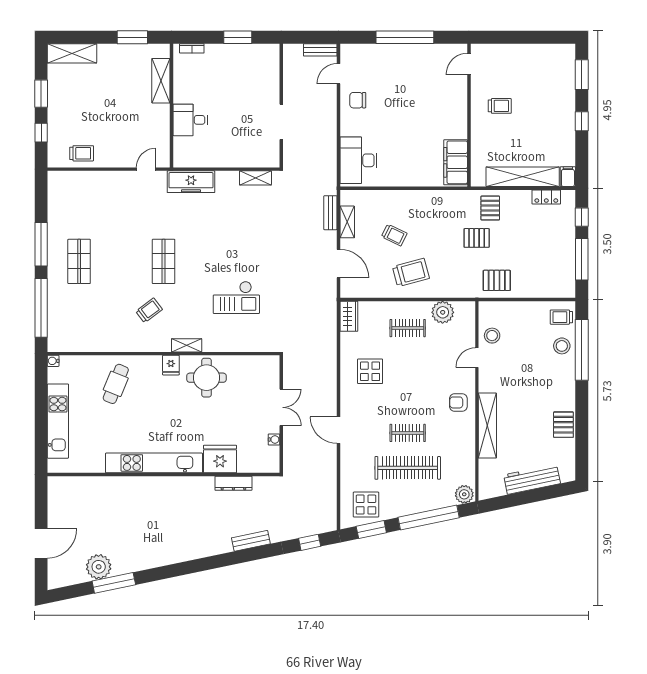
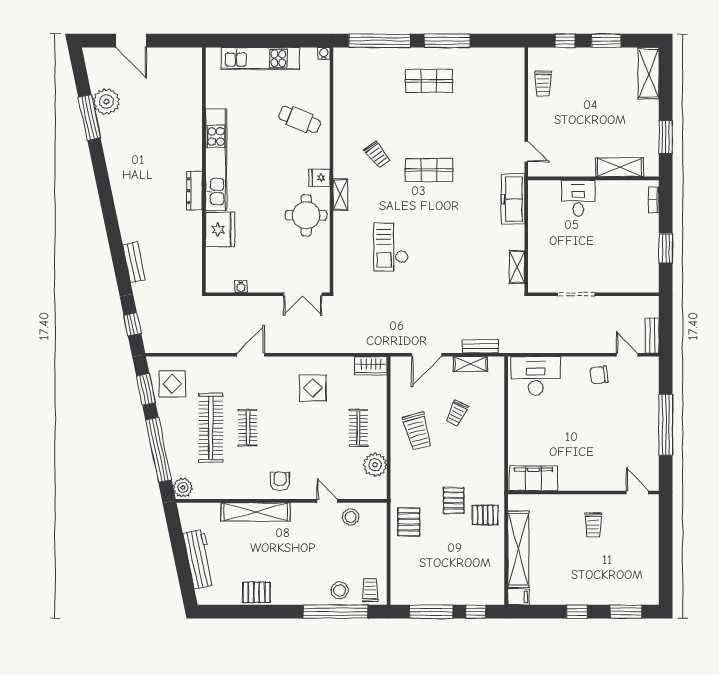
chair: (358, 100) -> (599, 375), turned -98
locker: (546, 197) -> (497, 574), removed
double door: (281, 407) -> (303, 294), moved
dresser: (233, 483) -> (195, 191), moved

